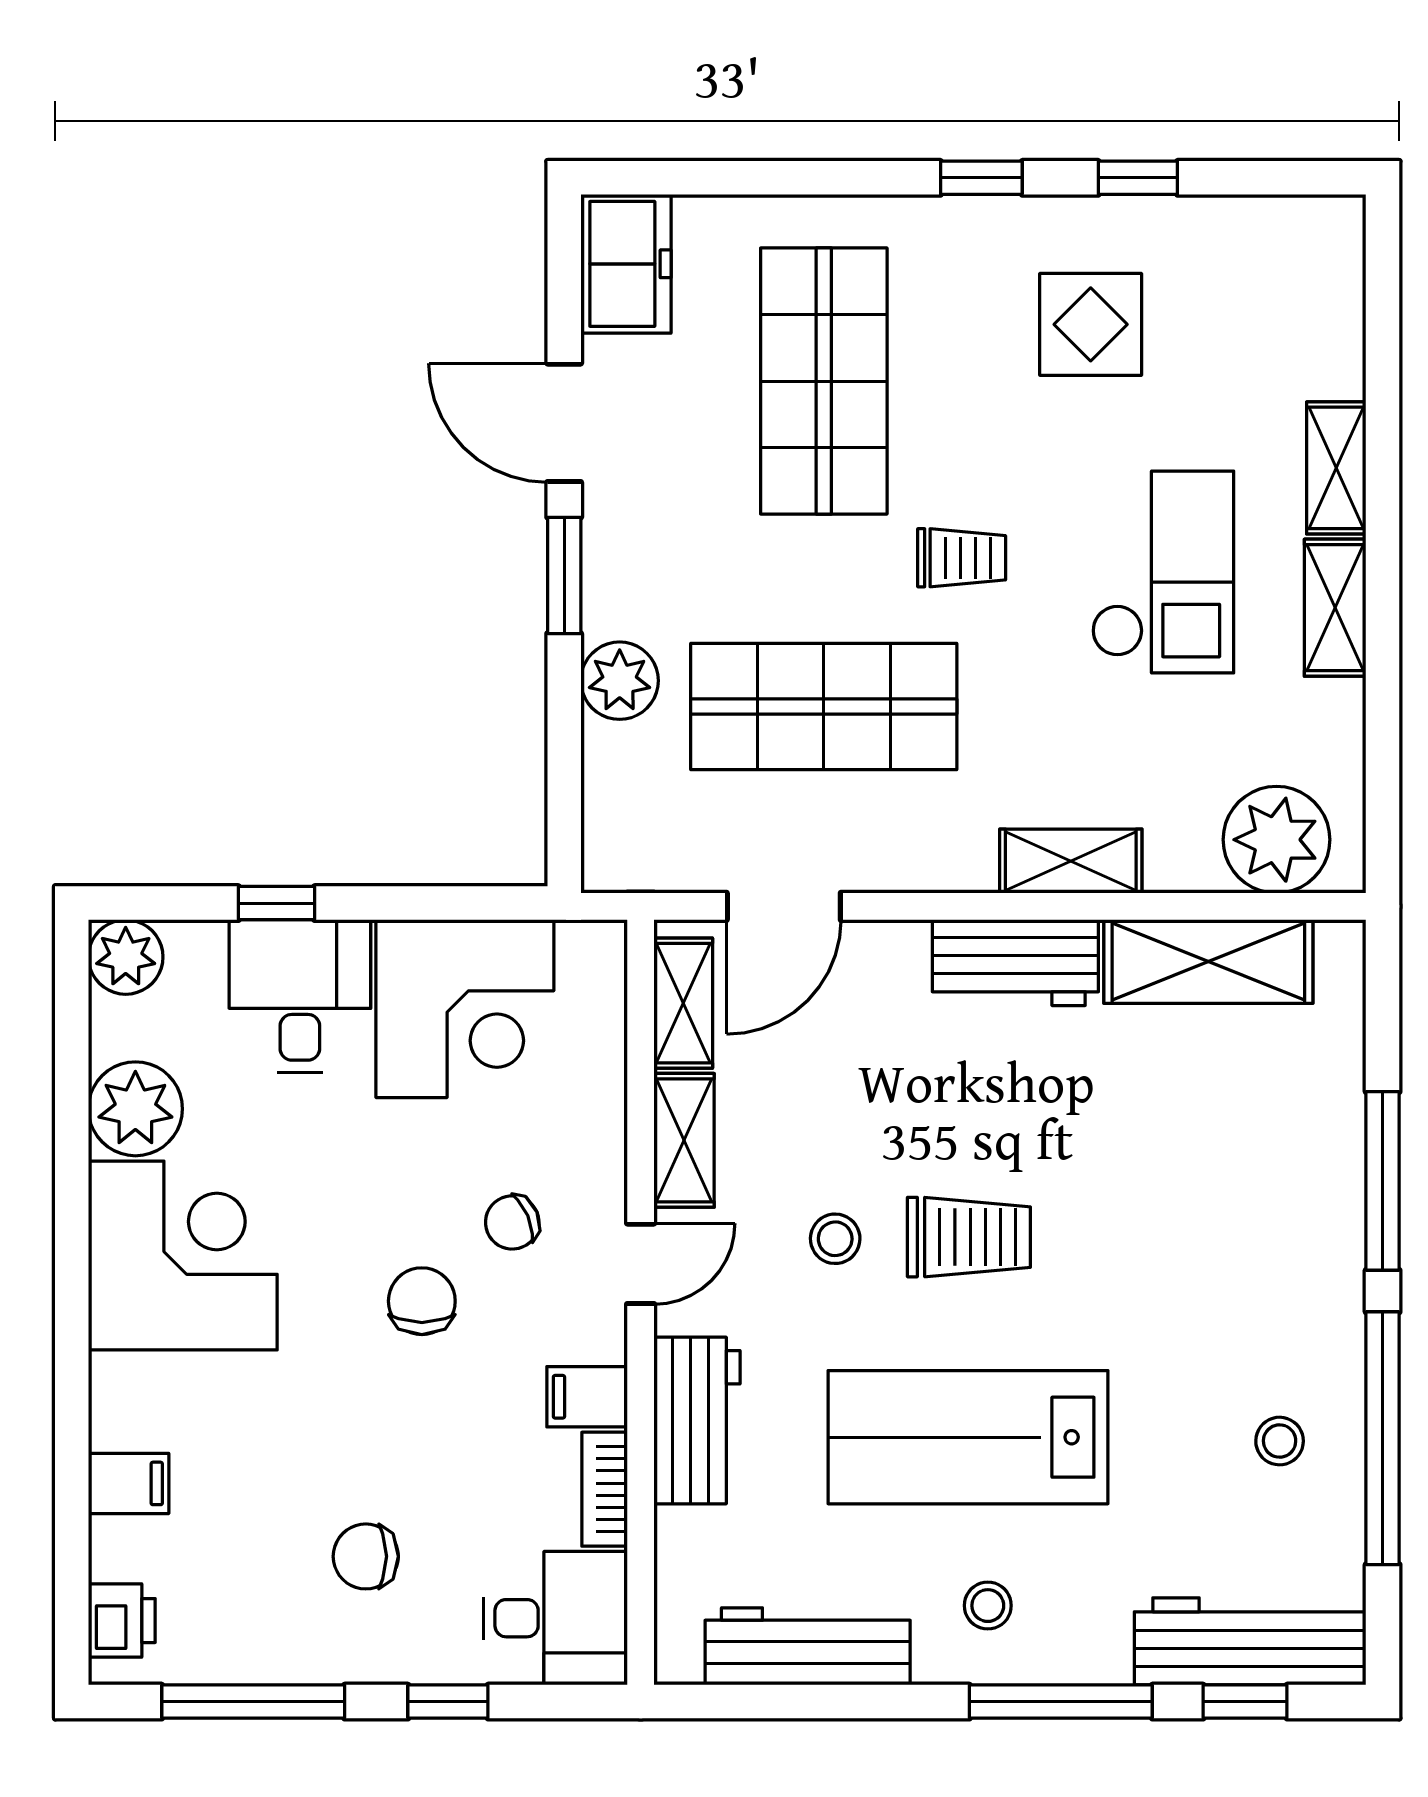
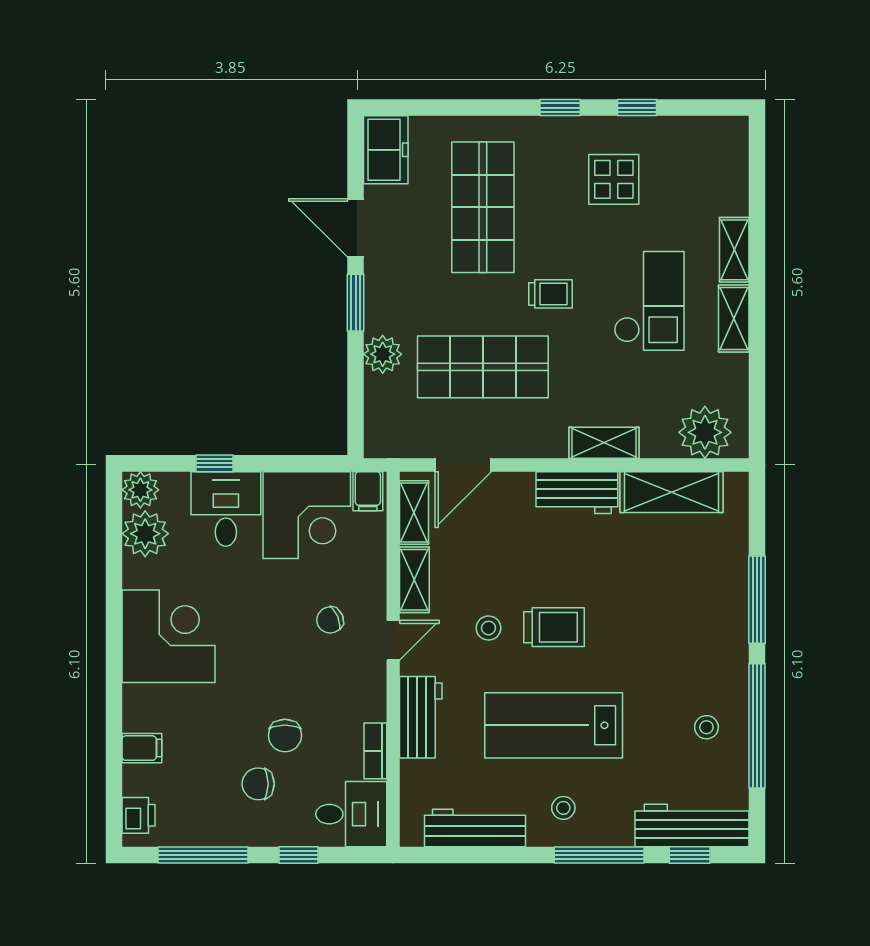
plant: (135, 1109) -> (145, 534), moved
chair: (422, 1301) -> (285, 736), moved, turned 180
filing cabinet: (587, 1397) -> (368, 491), moved, turned -90

